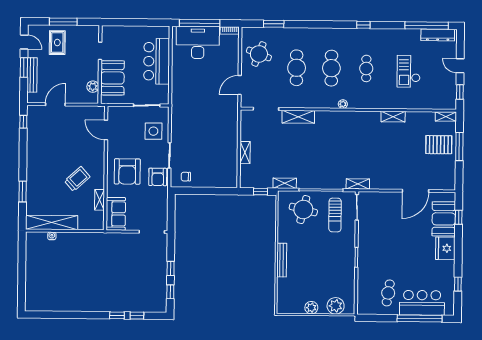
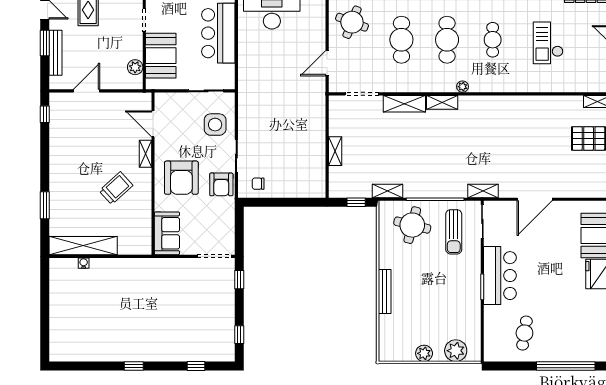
shelving: (393, 117) -> (442, 102), moved
door: (415, 191) -> (535, 199), moved
shelving: (99, 200) -> (145, 154), moved
window: (171, 269) -> (239, 280), moved
bar counter: (422, 303) -> (500, 276), moved, turned 90
window: (117, 315) -> (134, 366), moved

